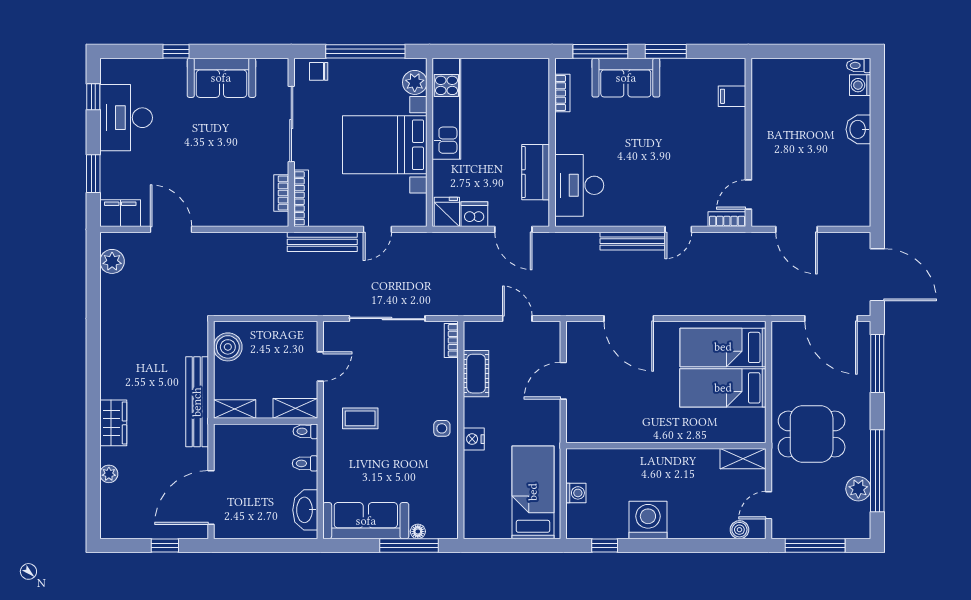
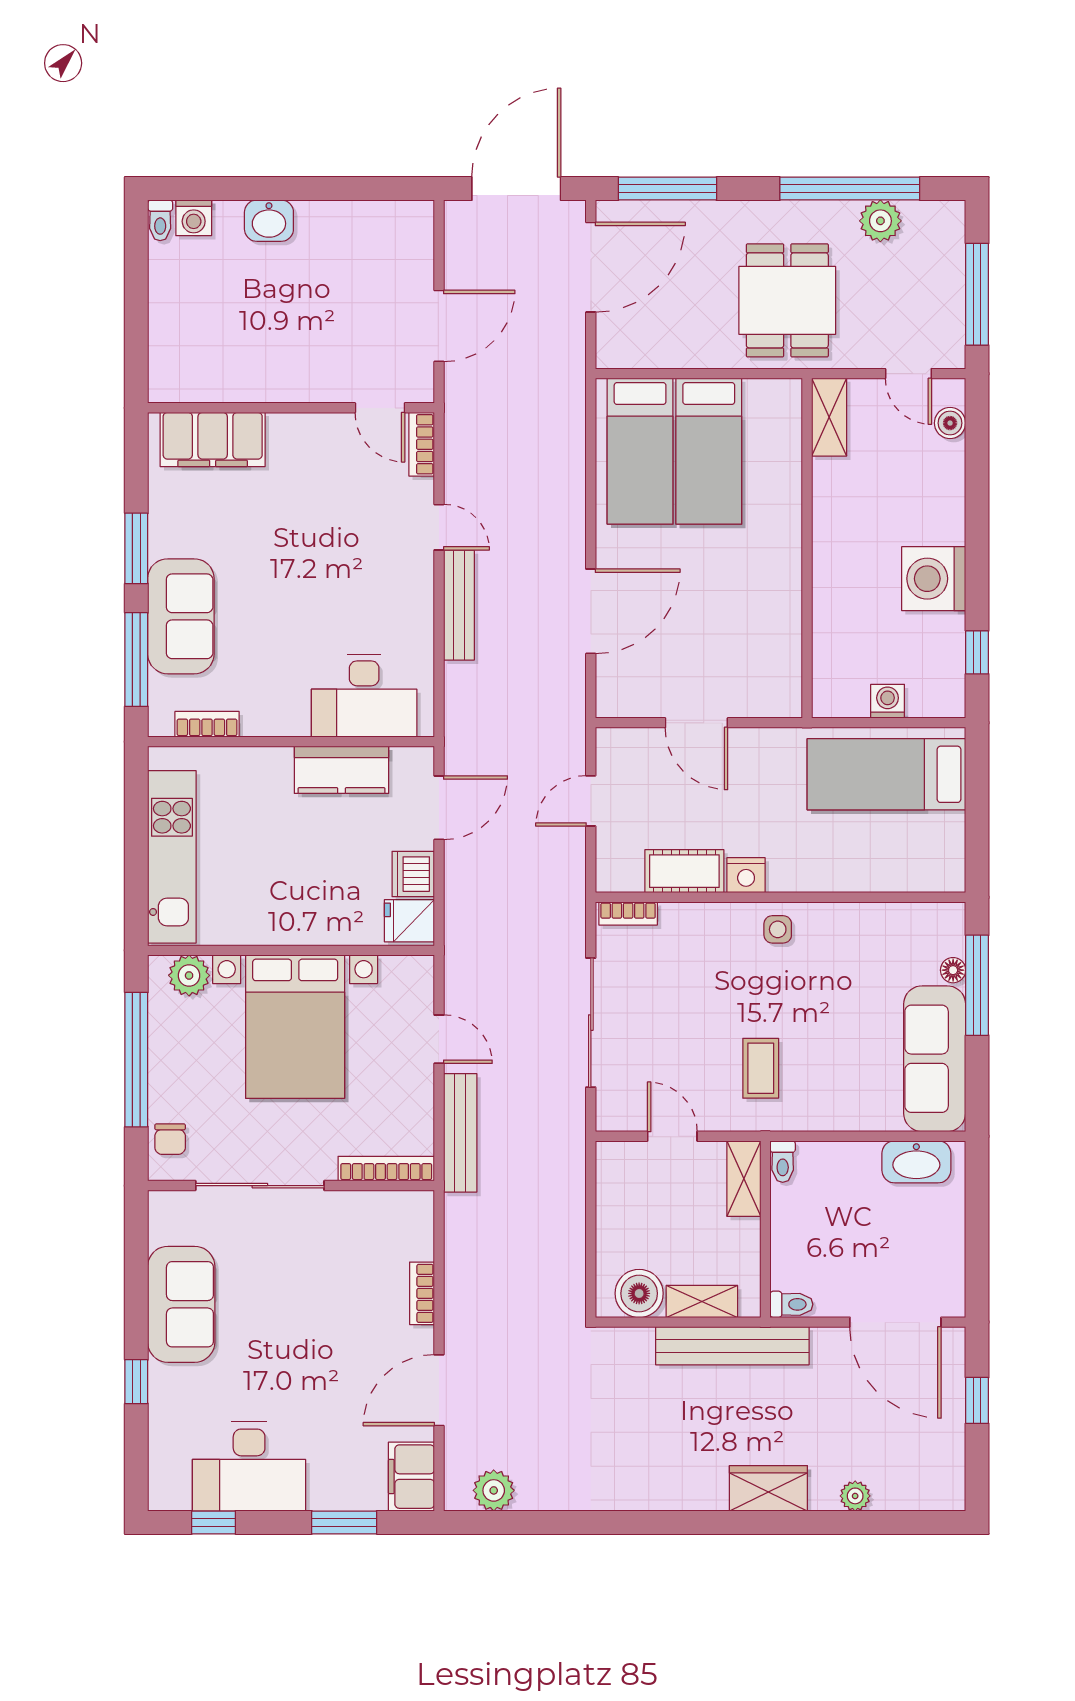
filing cabinet: (732, 96) -> (213, 440), width x3.00, depth x1.17
kitchen unit: (446, 109) -> (172, 857), moved, turned 90
bookcase: (281, 193) -> (422, 1293), moved, turned 90
shelving: (235, 409) -> (702, 1302), moved, turned 90
nightstand: (474, 439) -> (746, 875), moved
toilet: (305, 463) -> (791, 1304), moved, turned -90

